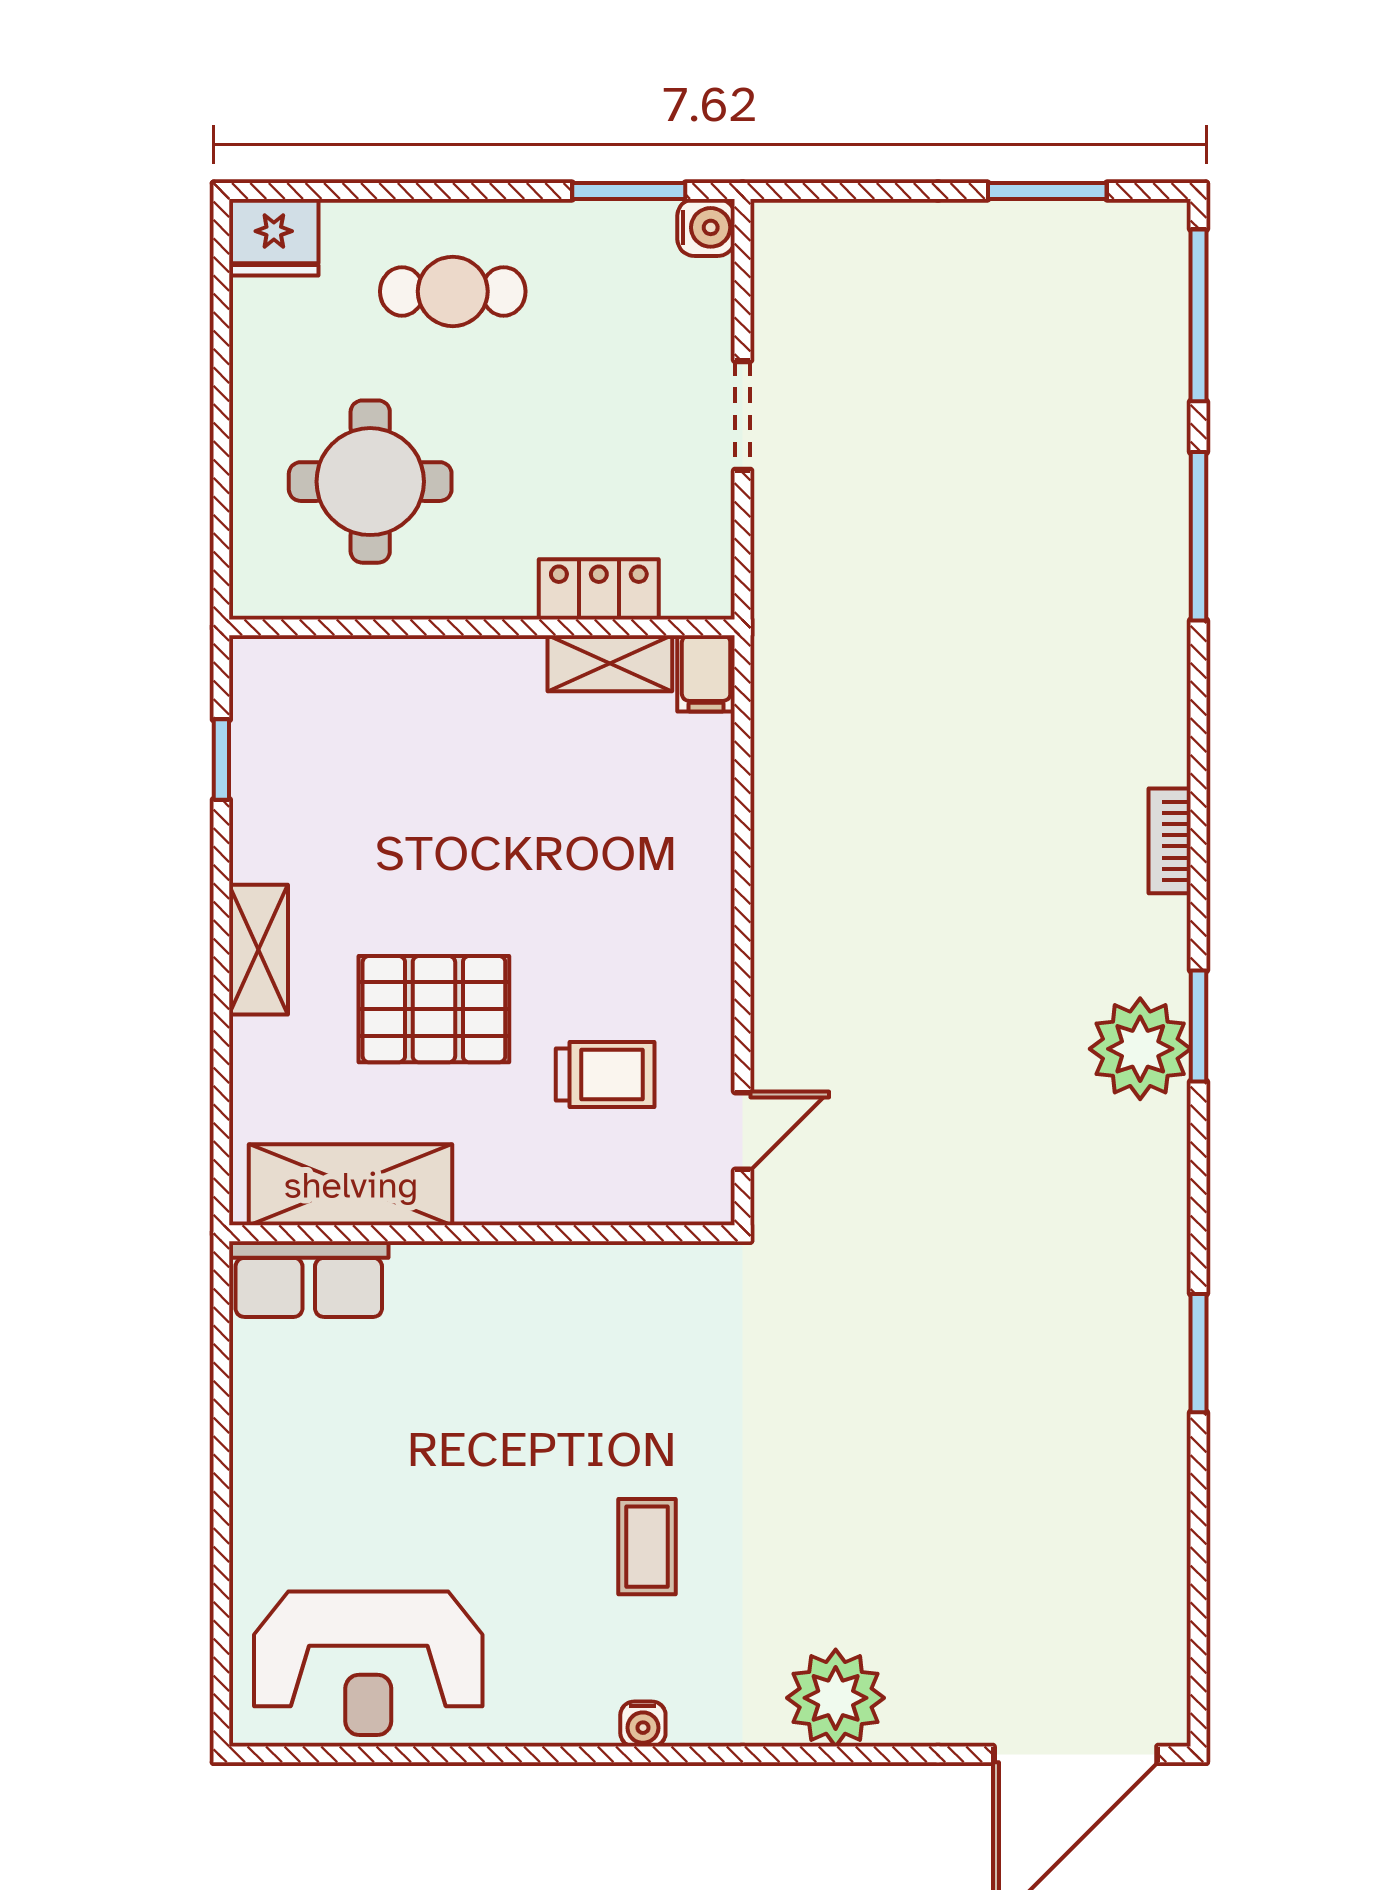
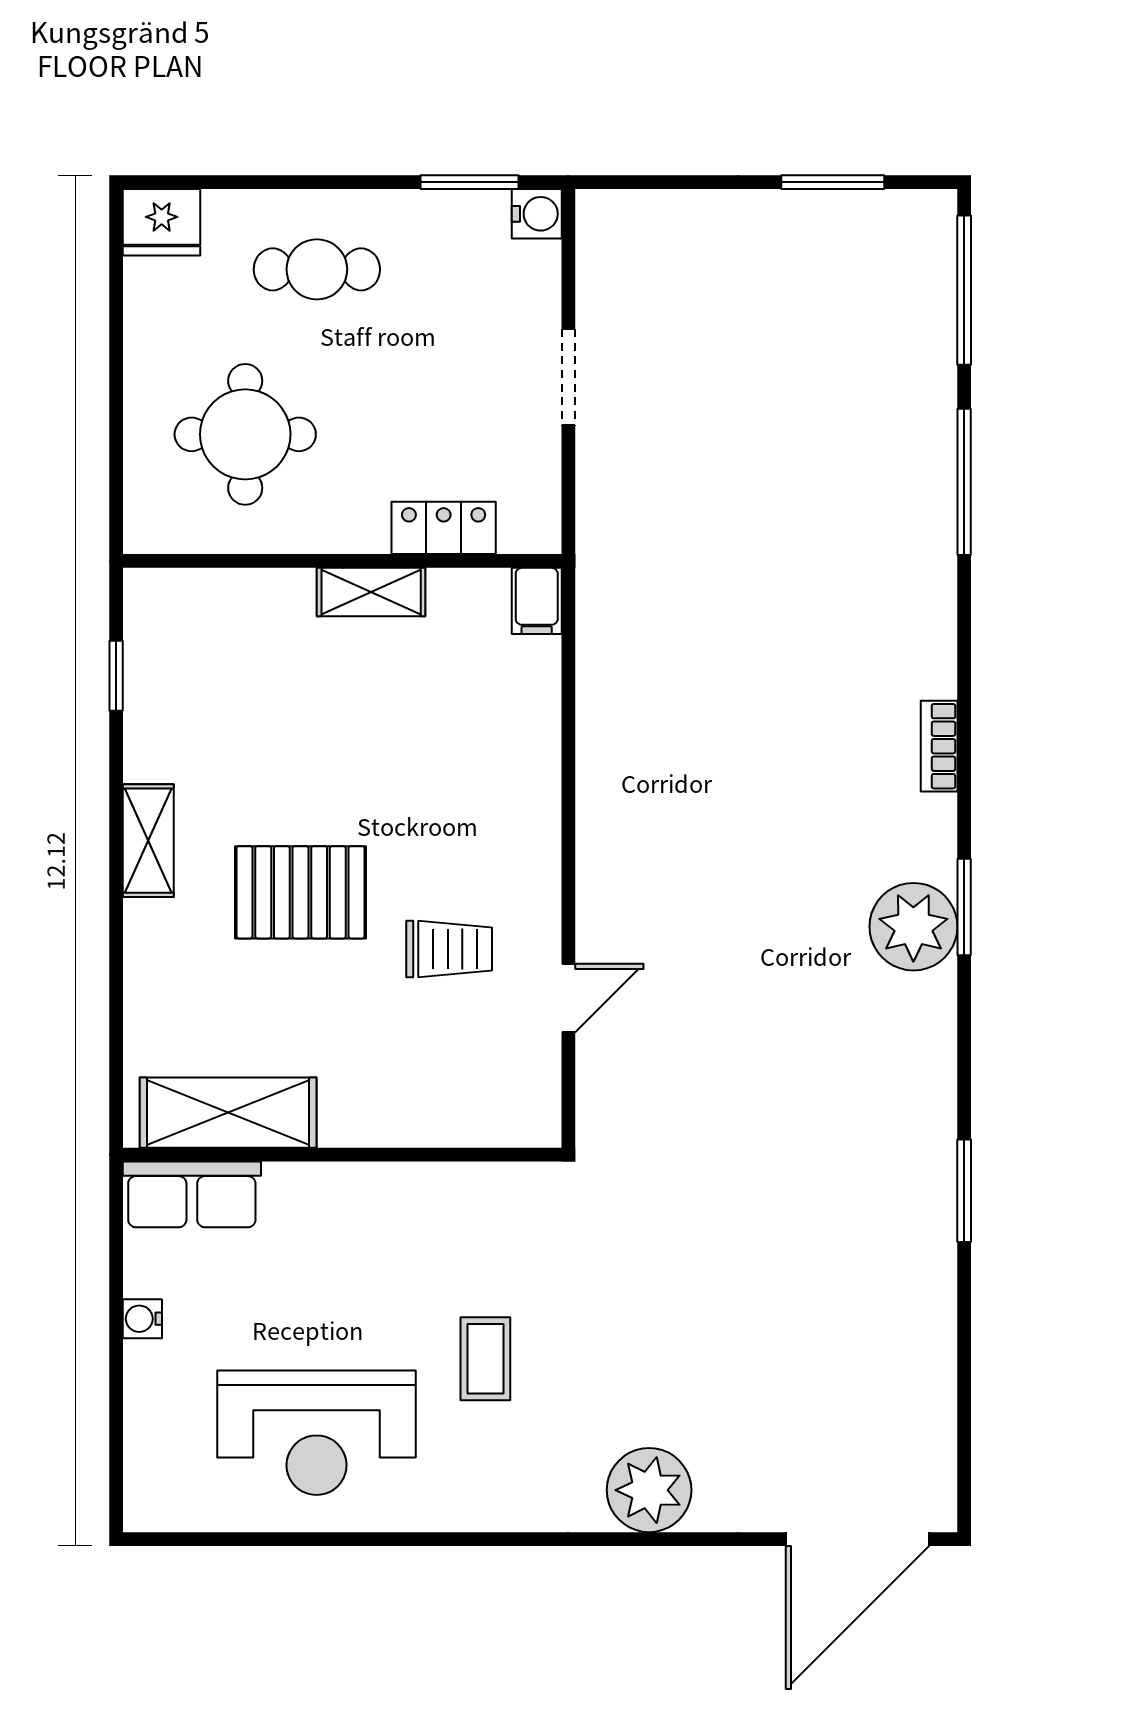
shelving: (610, 663) -> (371, 592), moved
shelving: (351, 1185) -> (228, 1113), moved
wall: (482, 1233) -> (342, 1155), moved
row of seats: (309, 1279) -> (192, 1194), moved
reception desk: (368, 1663) -> (317, 1433), moved
water cooler: (643, 1724) -> (142, 1319), moved, turned 90

